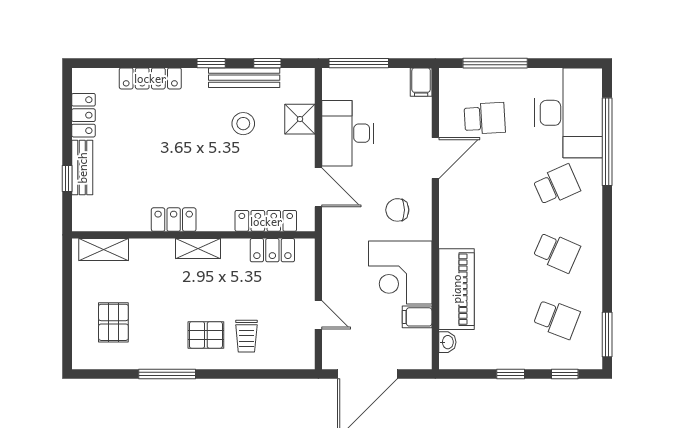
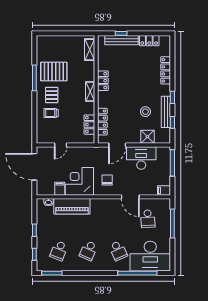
bench: (82, 168) -> (122, 40), width x1.36
pallet: (113, 322) -> (54, 72), moved, width x1.50, depth x1.42

